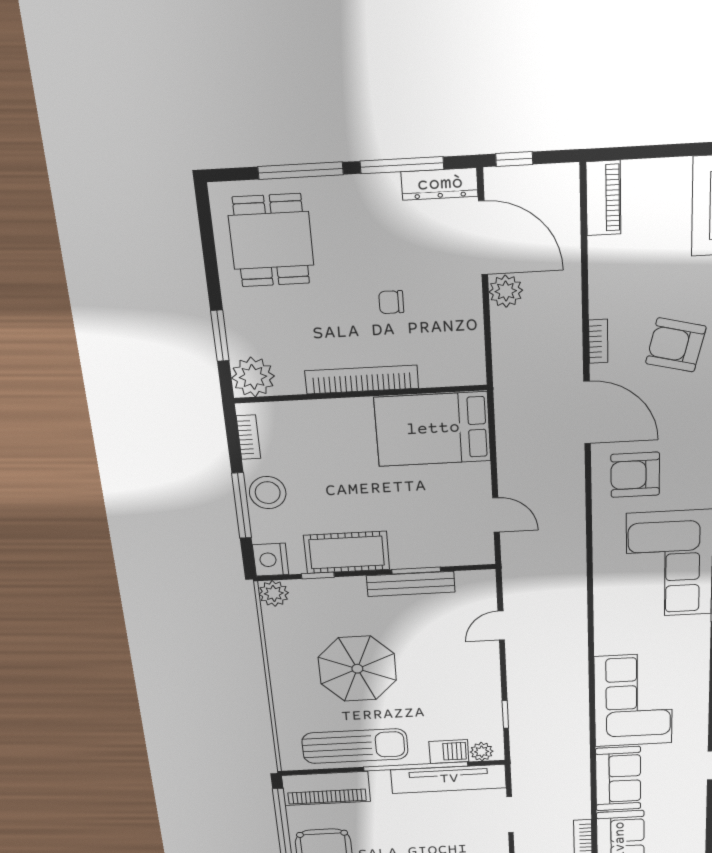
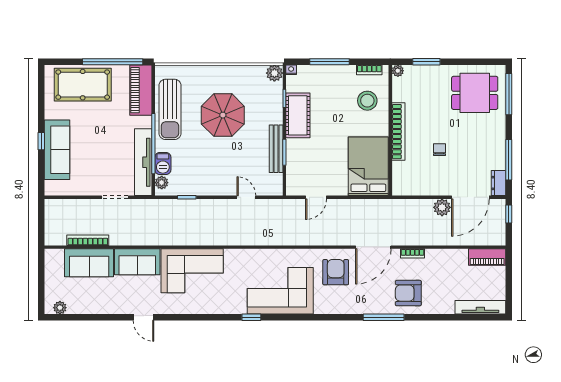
window: (301, 171) -> (509, 94), moved
dresser: (440, 184) -> (498, 183), width x0.70
armchair: (676, 345) -> (408, 293), turned -104
plant: (253, 377) -> (398, 71), width x0.53, depth x0.53
stool: (268, 493) -> (367, 101), moved
nightstand: (271, 560) -> (291, 70), width x0.53, depth x0.56

